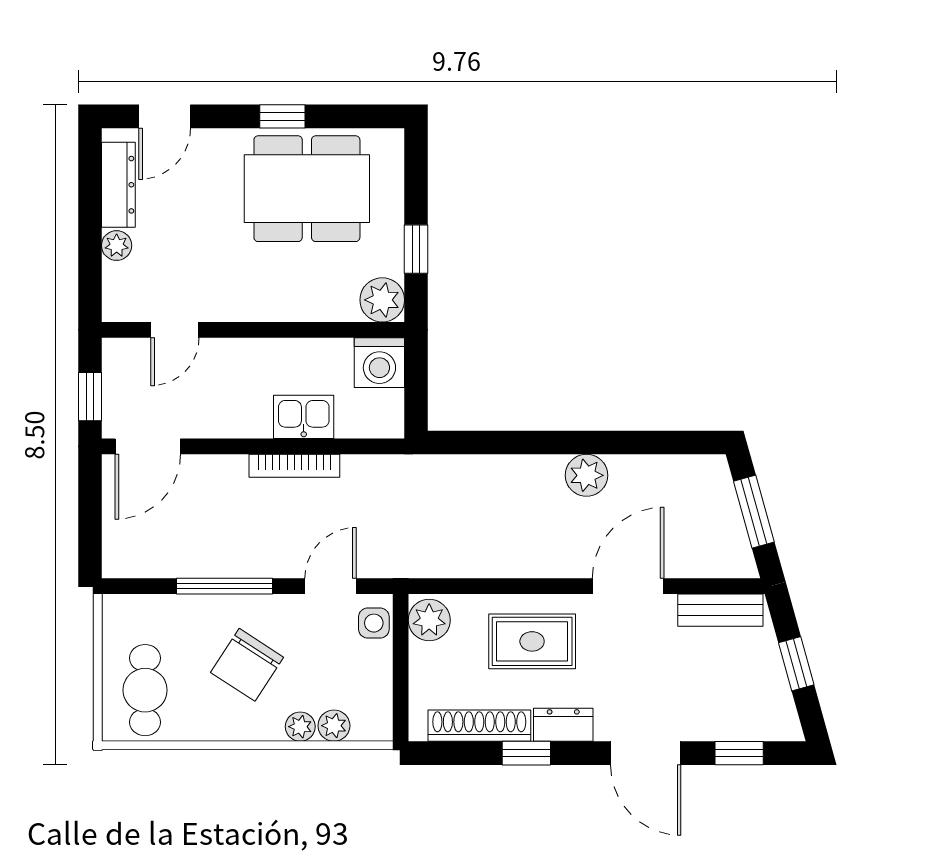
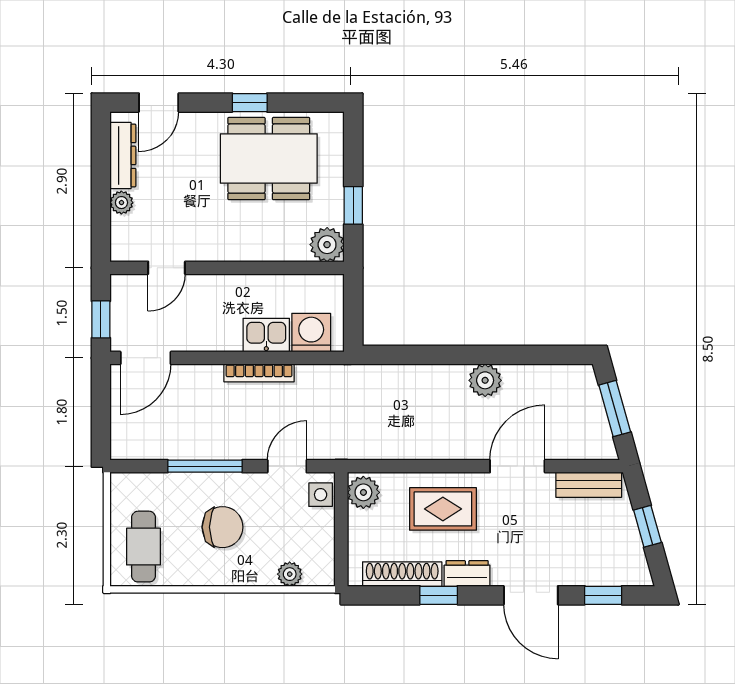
washing machine: (379, 363) -> (311, 333), moved, turned 180
chair: (247, 665) -> (222, 527), turned -123
plant: (300, 727) -> (264, 575), removed

